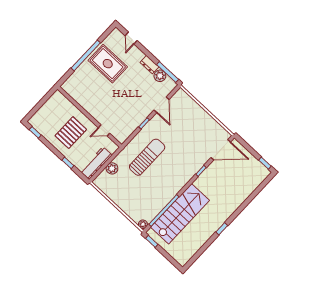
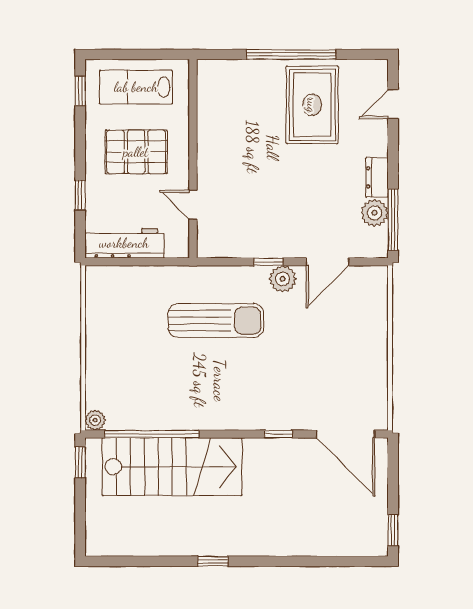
lab bench: (50, 114) -> (136, 87), added
plant: (112, 168) -> (283, 279), moved

